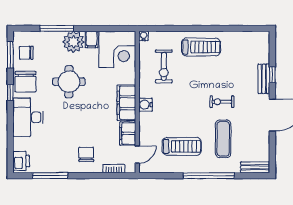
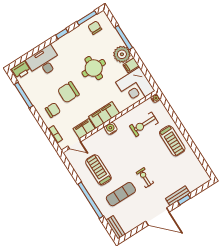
chair: (26, 82) -> (68, 92), moved
desk: (28, 117) -> (44, 62), moved
treadmill: (182, 146) -> (98, 170), turned 180

